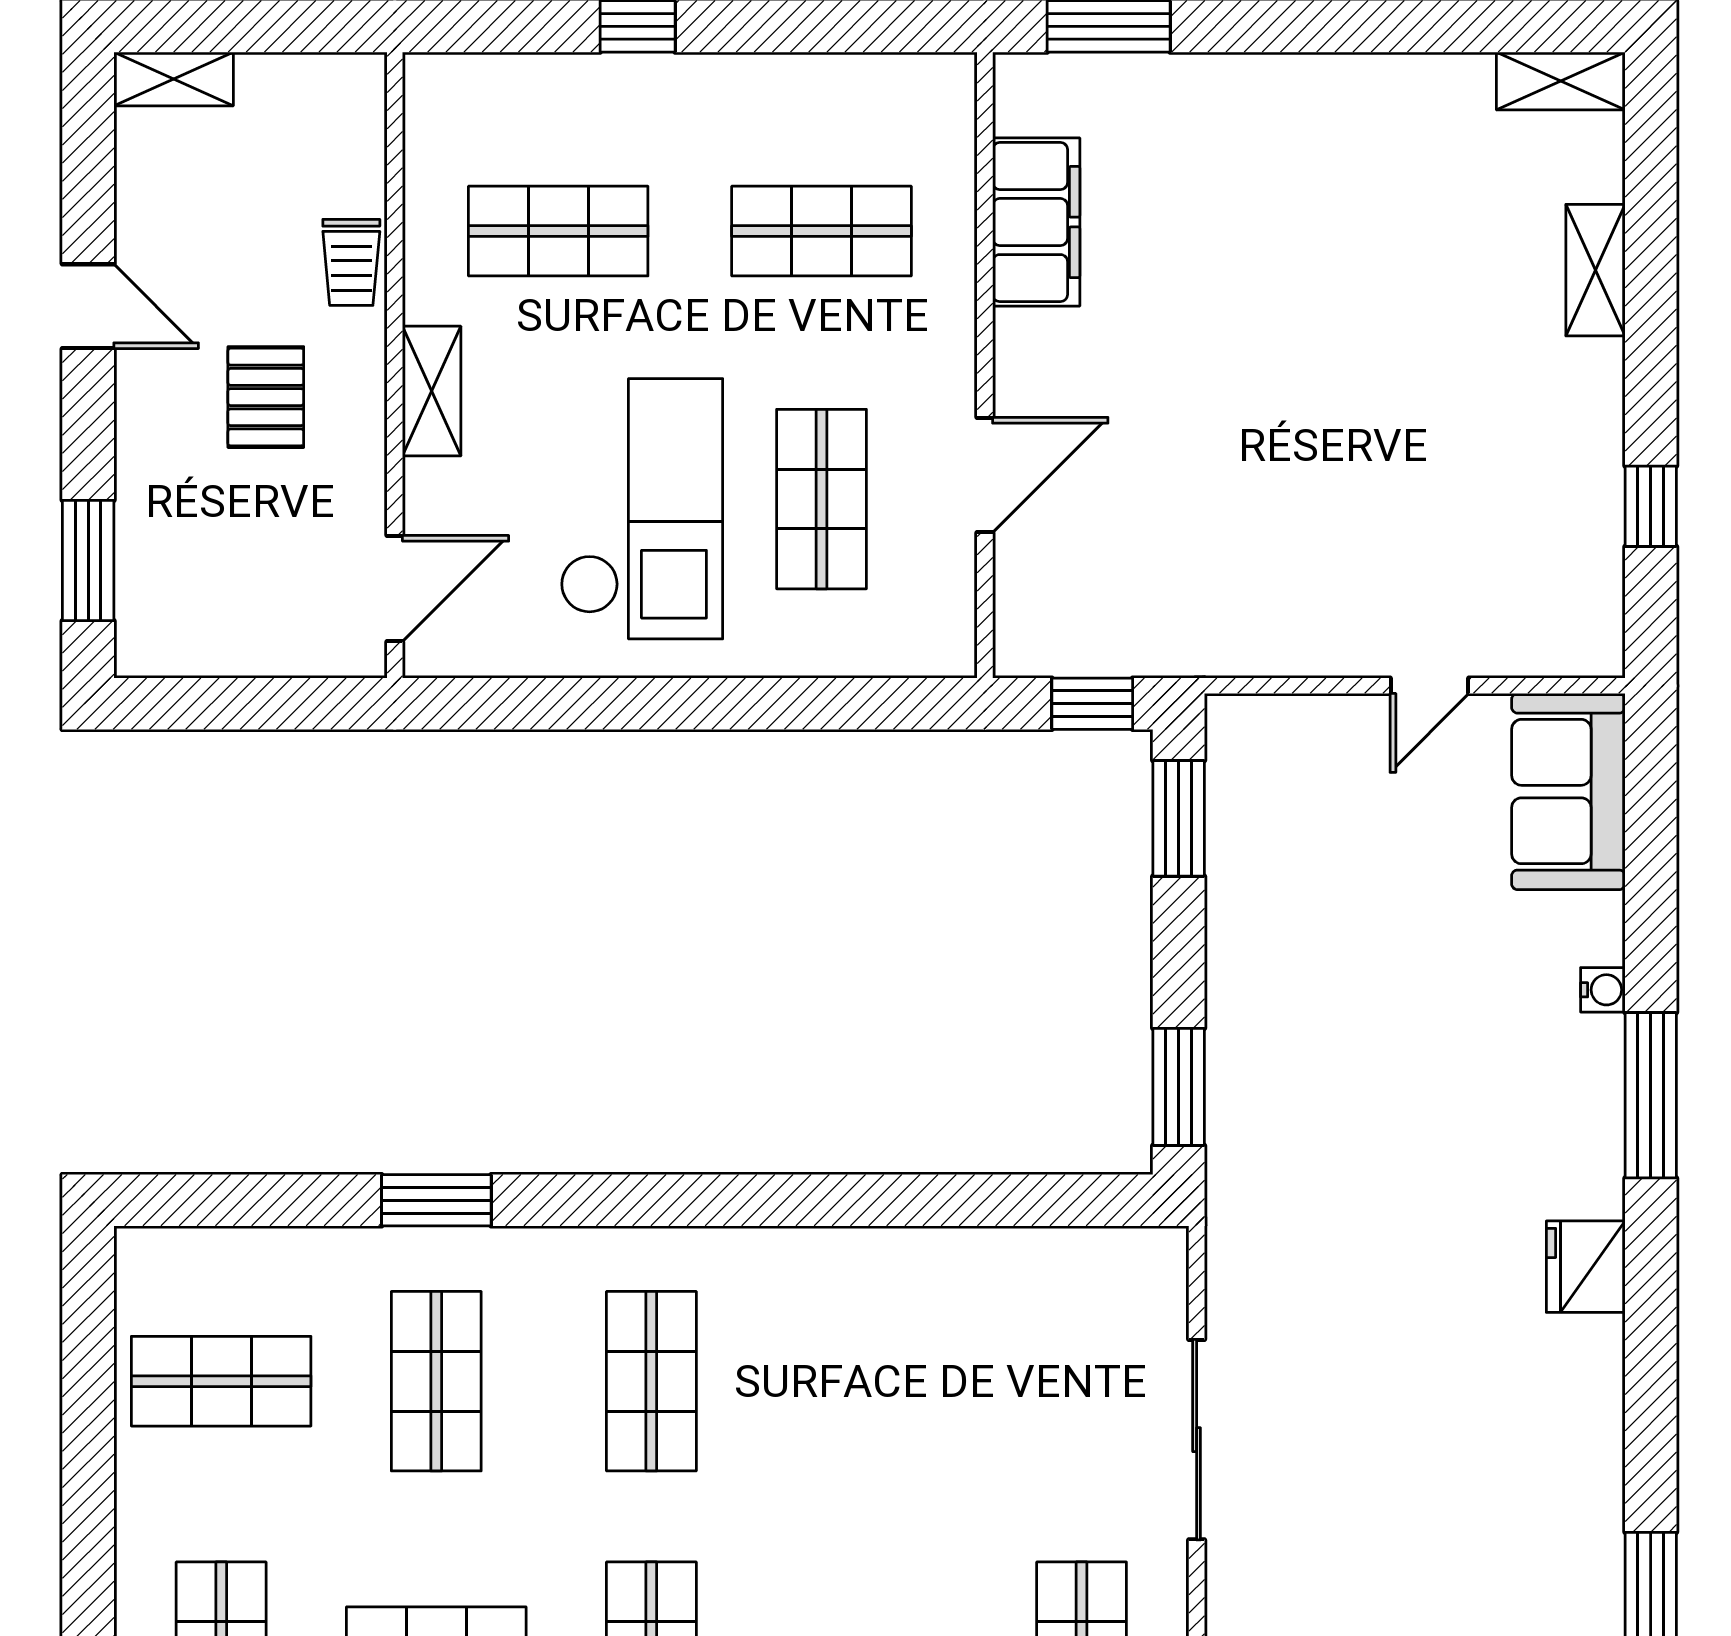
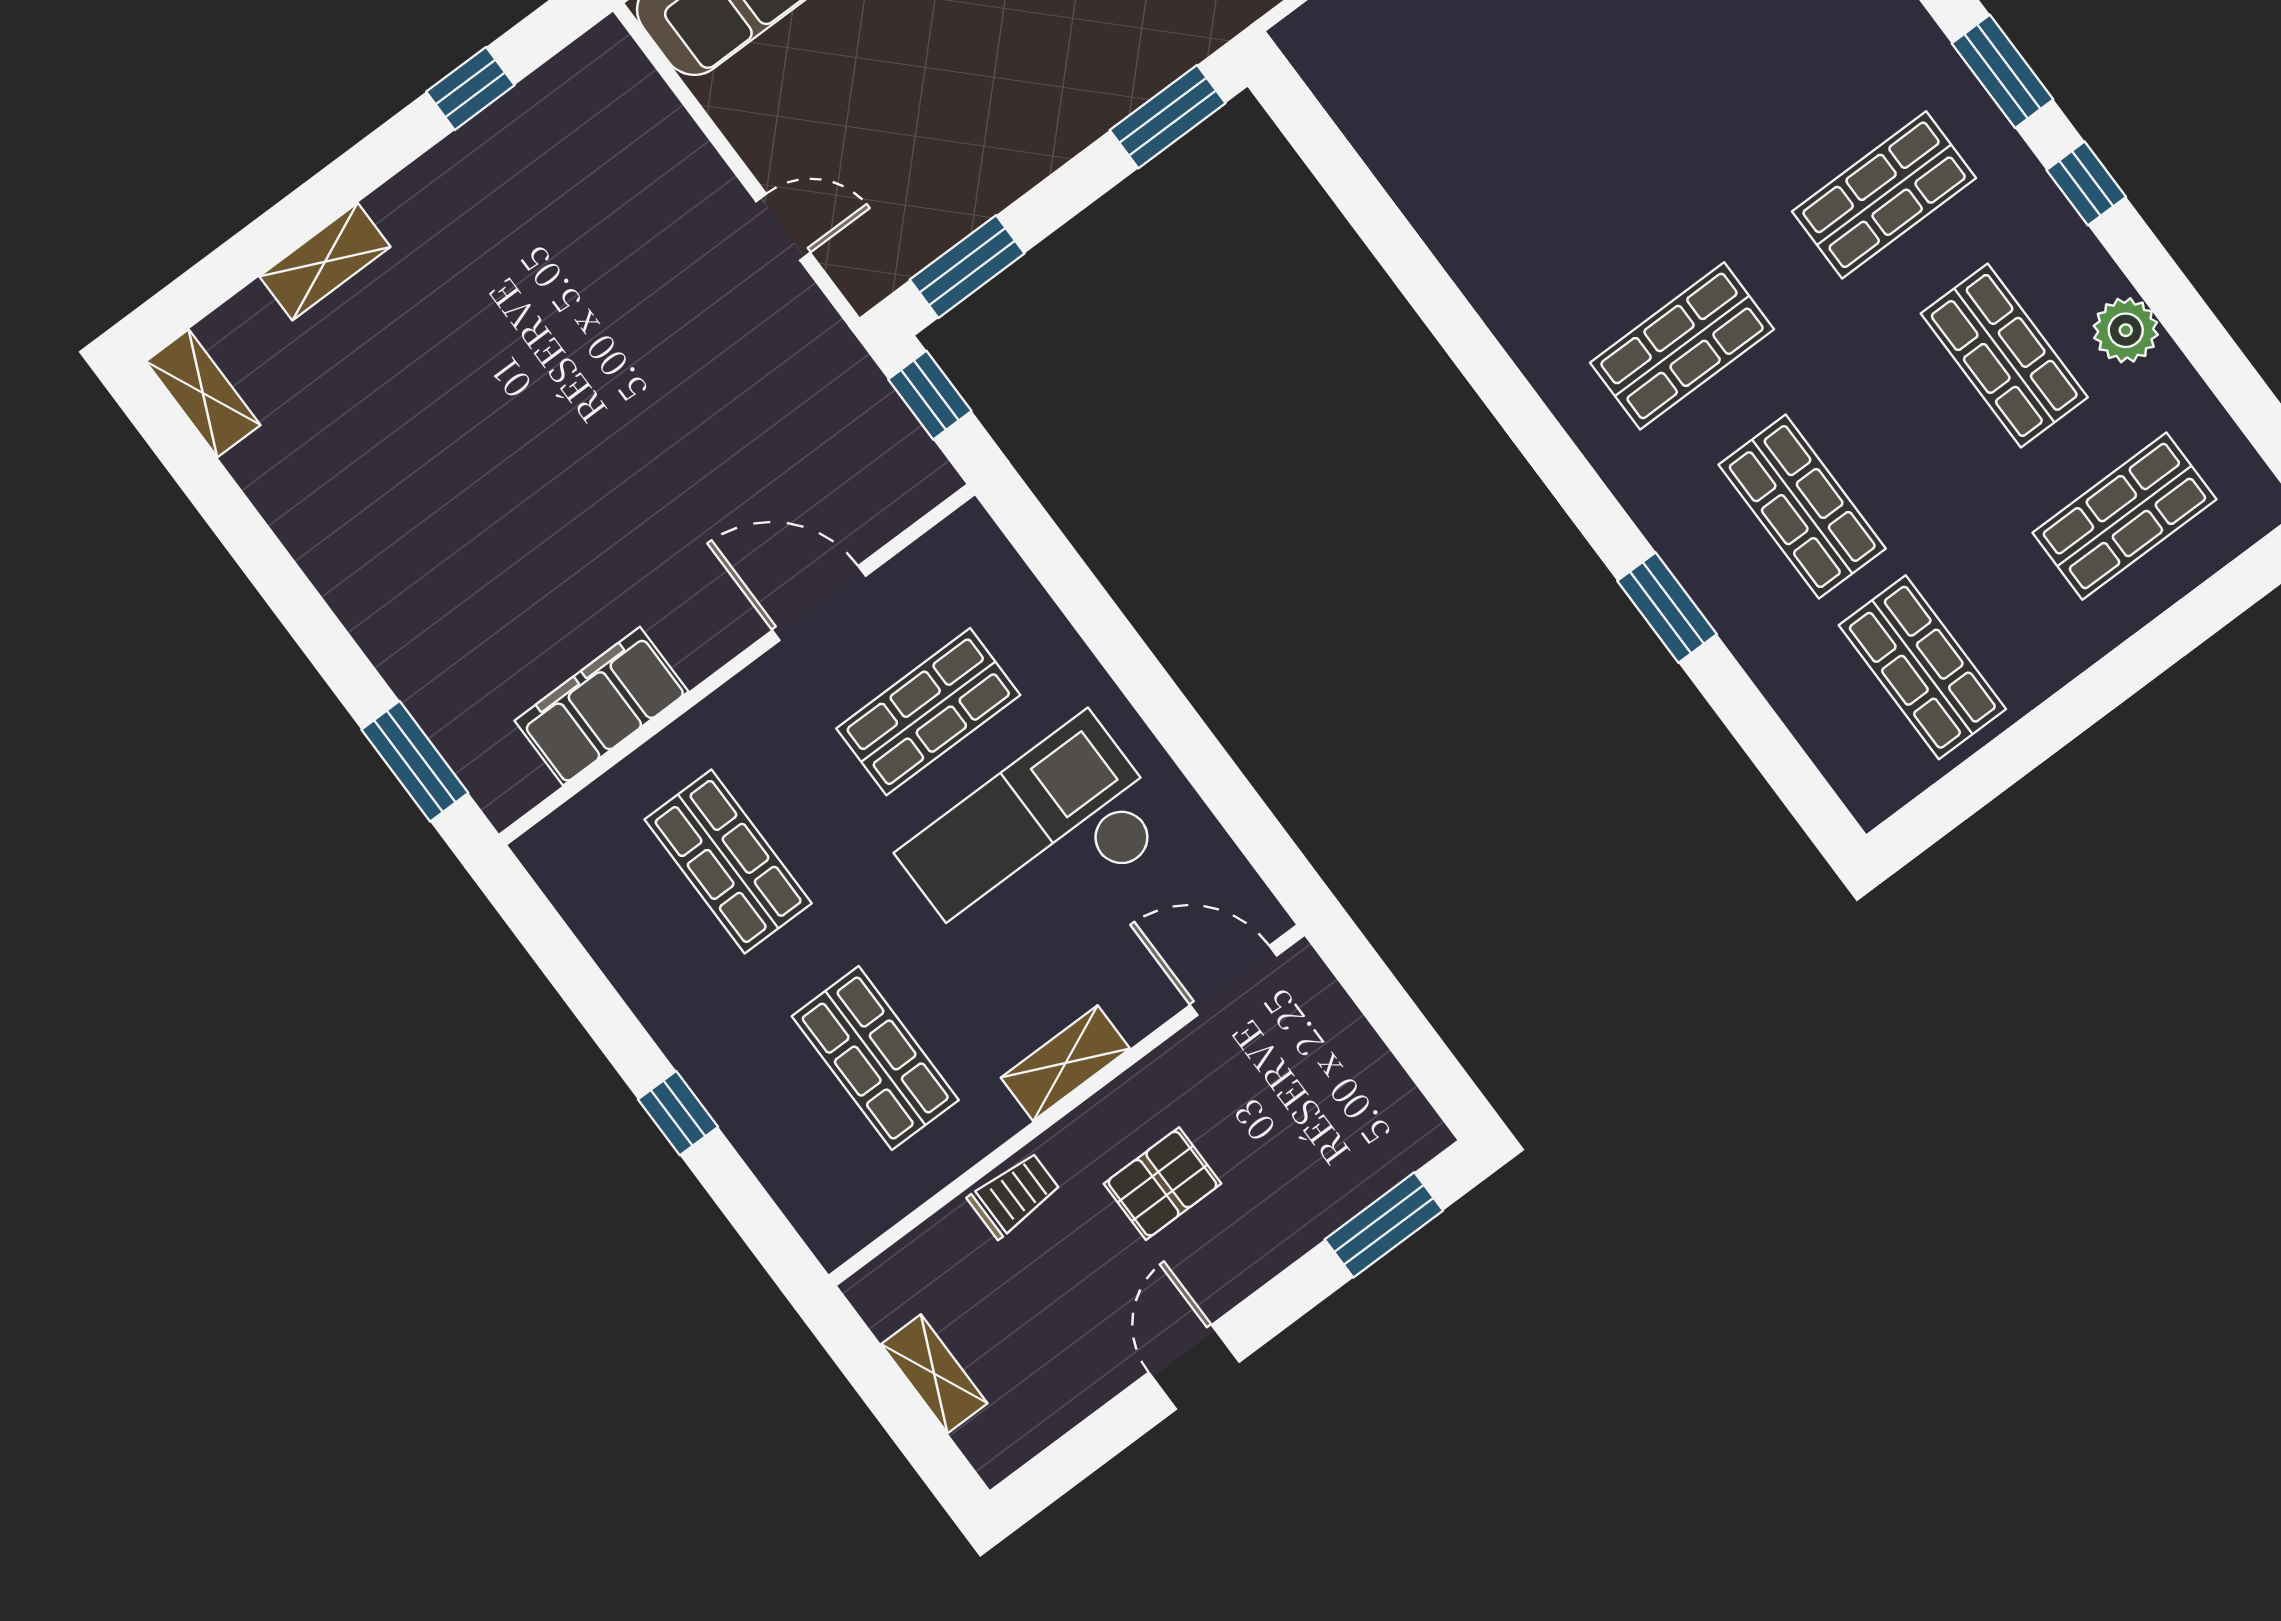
shelving: (174, 79) -> (934, 1374), moved
door: (1430, 686) -> (783, 227), moved
shop shelf: (436, 1381) -> (1802, 507), turned 90

